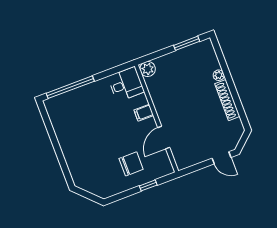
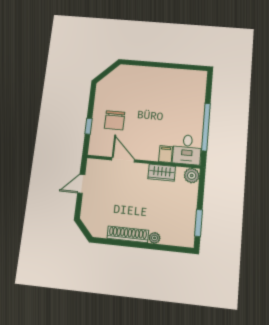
window: (70, 87) -> (206, 127), moved
wardrobe: (158, 97) -> (162, 173), added
filing cabinet: (144, 113) -> (166, 154), moved
door: (222, 158) -> (81, 184), moved

